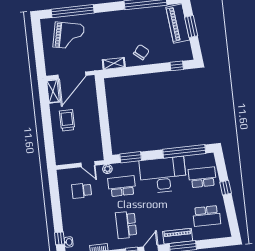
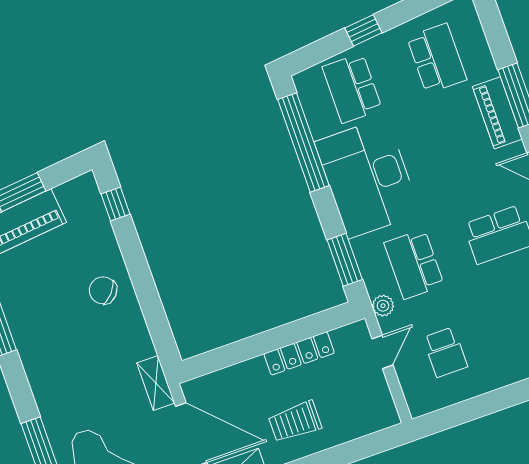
shelving: (114, 63) -> (156, 383), moved
locker: (95, 129) -> (299, 353), added

